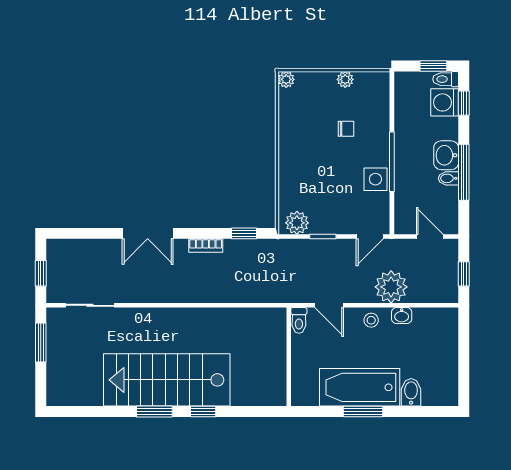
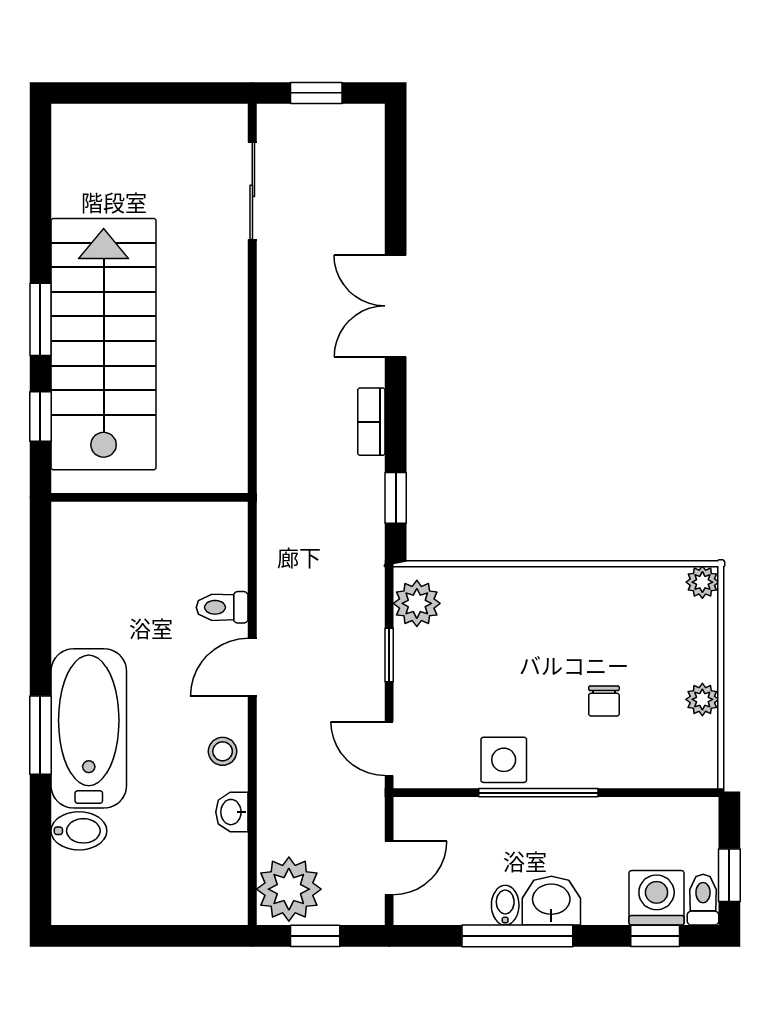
plant: (391, 287) -> (289, 889), moved
window: (41, 343) -> (178, 93), removed
wall: (289, 357) -> (150, 497), moved

